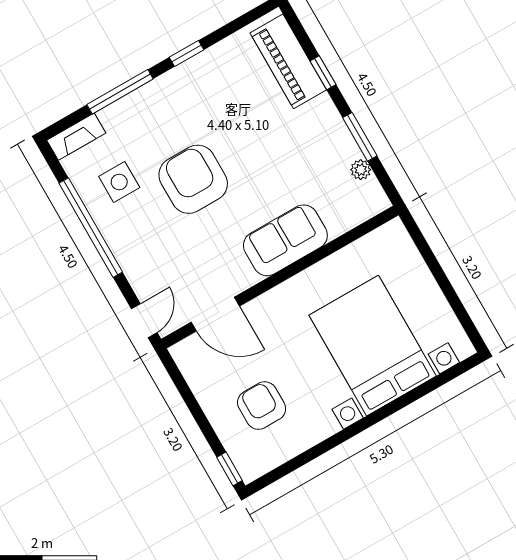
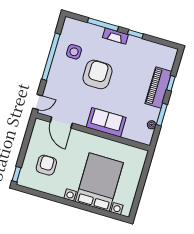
piano: (288, 61) -> (158, 87), moved
fireplace: (76, 137) -> (115, 36), moved

